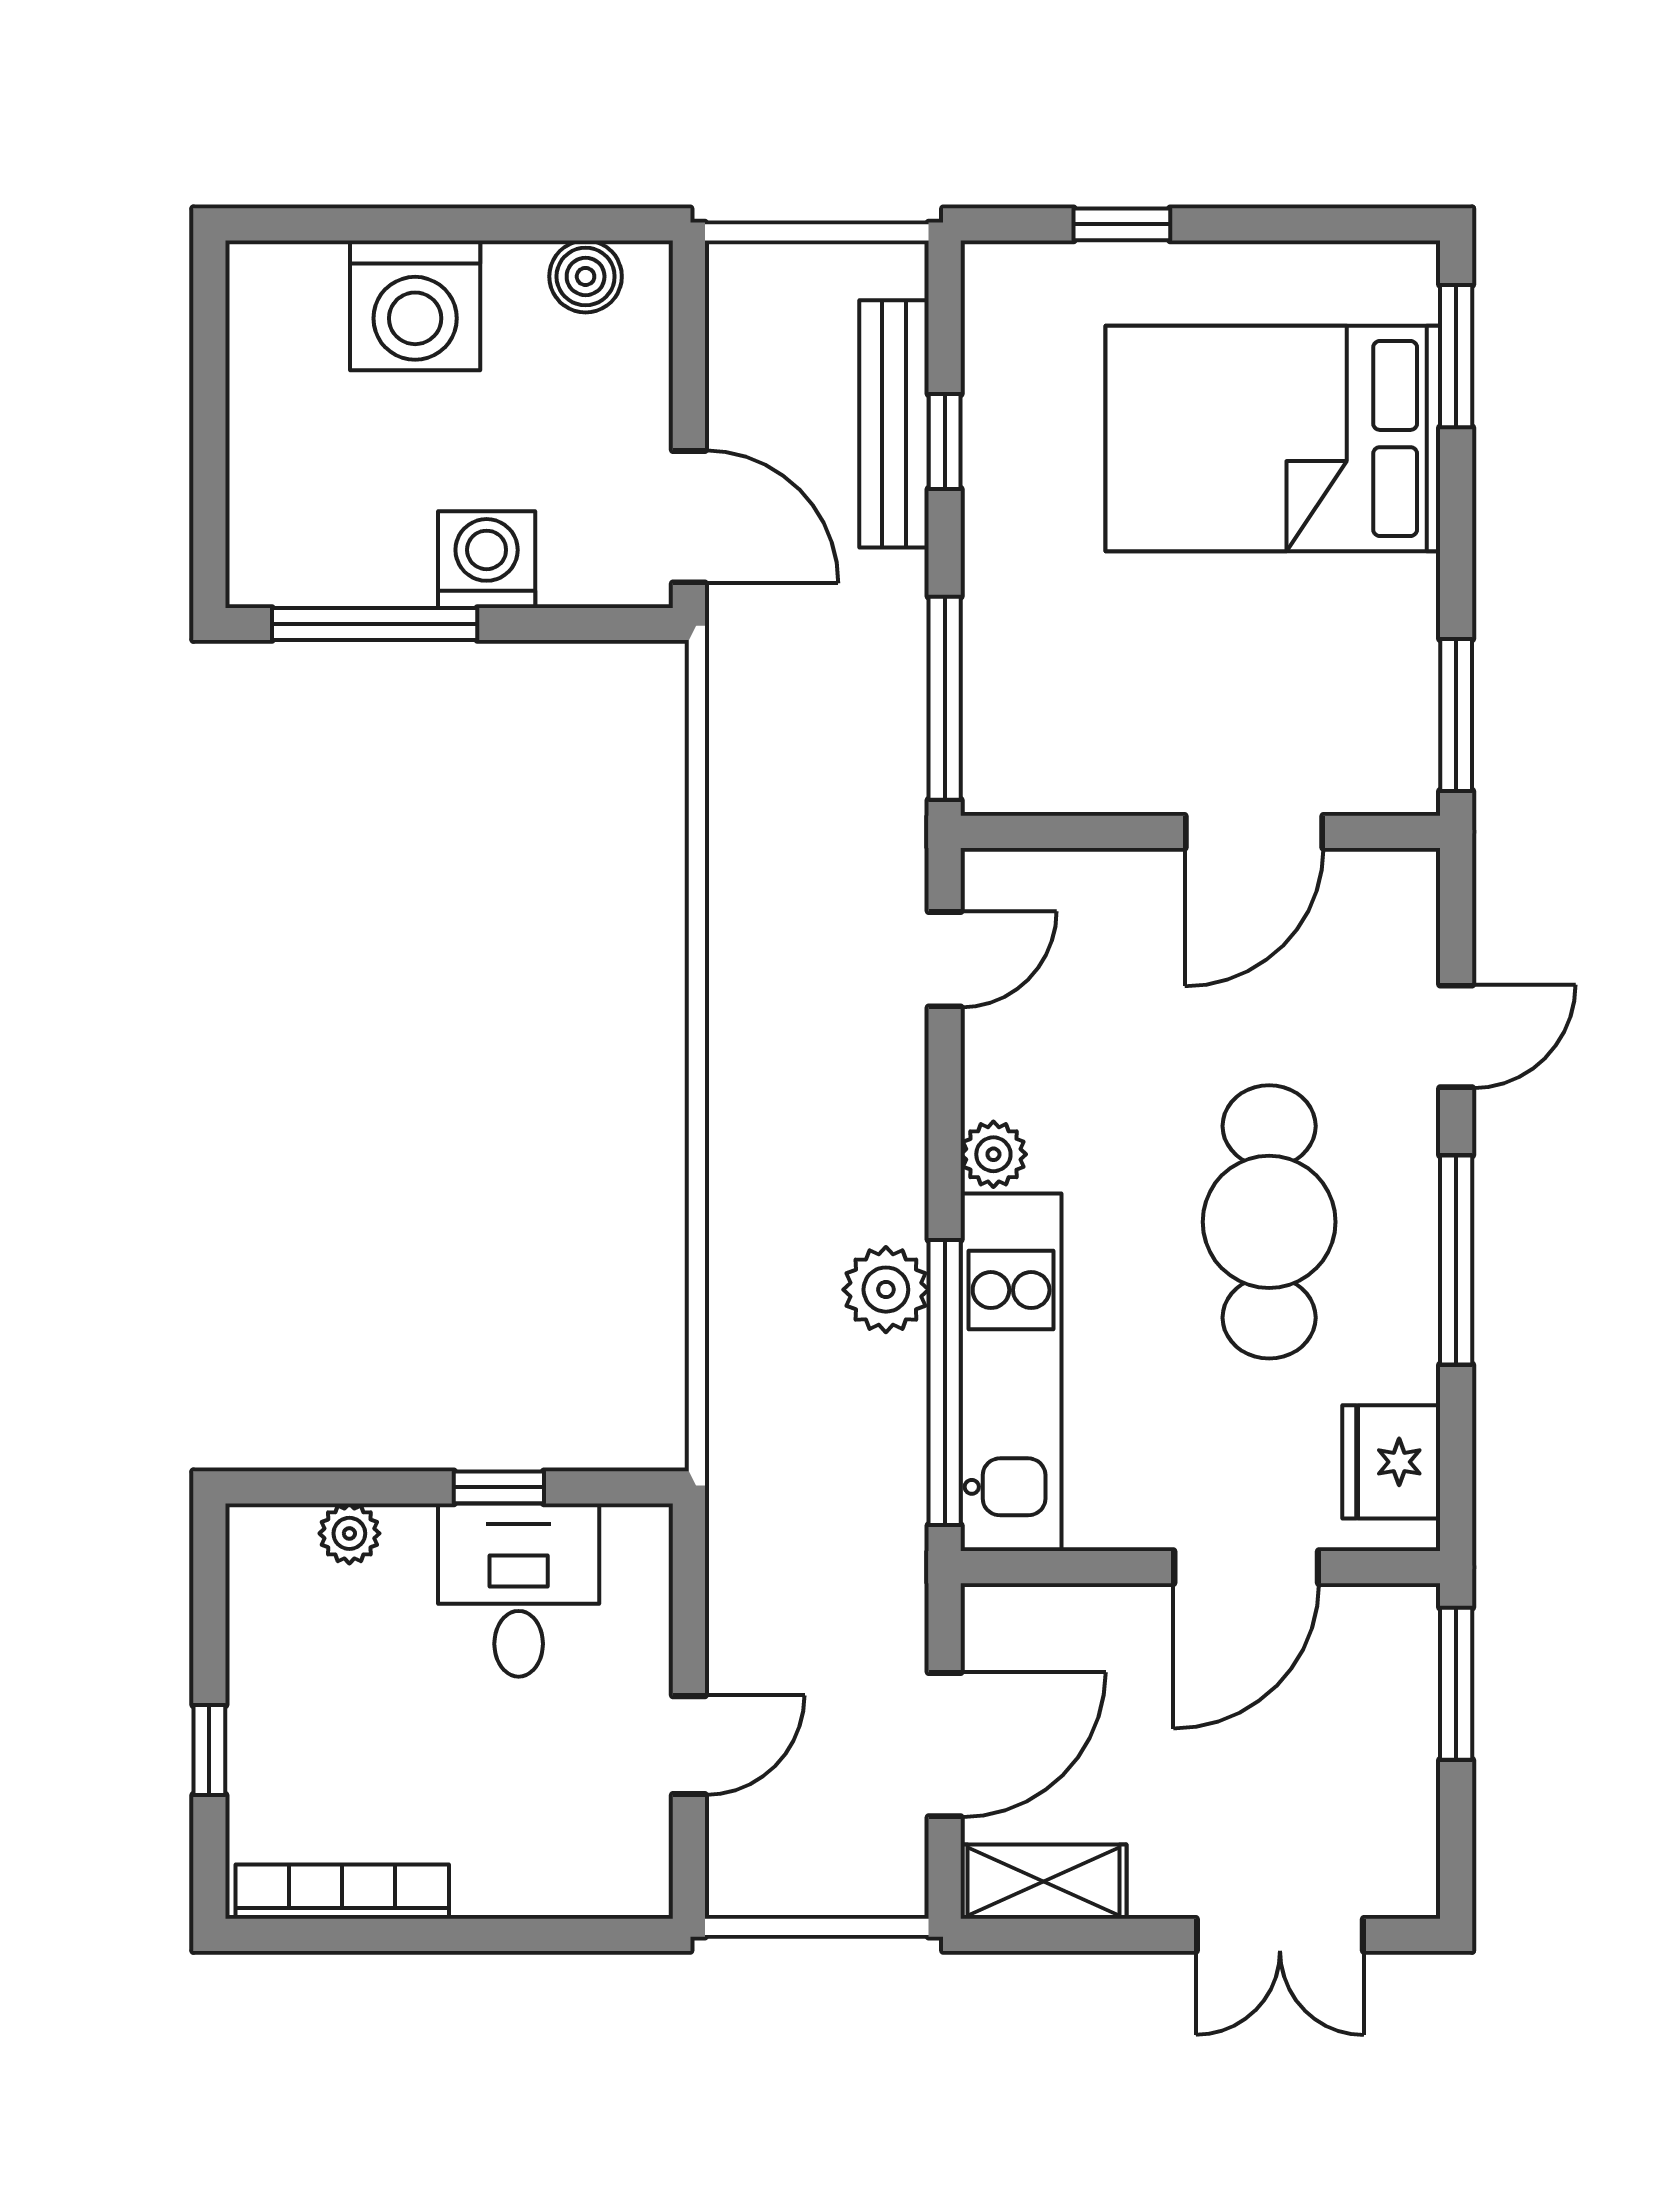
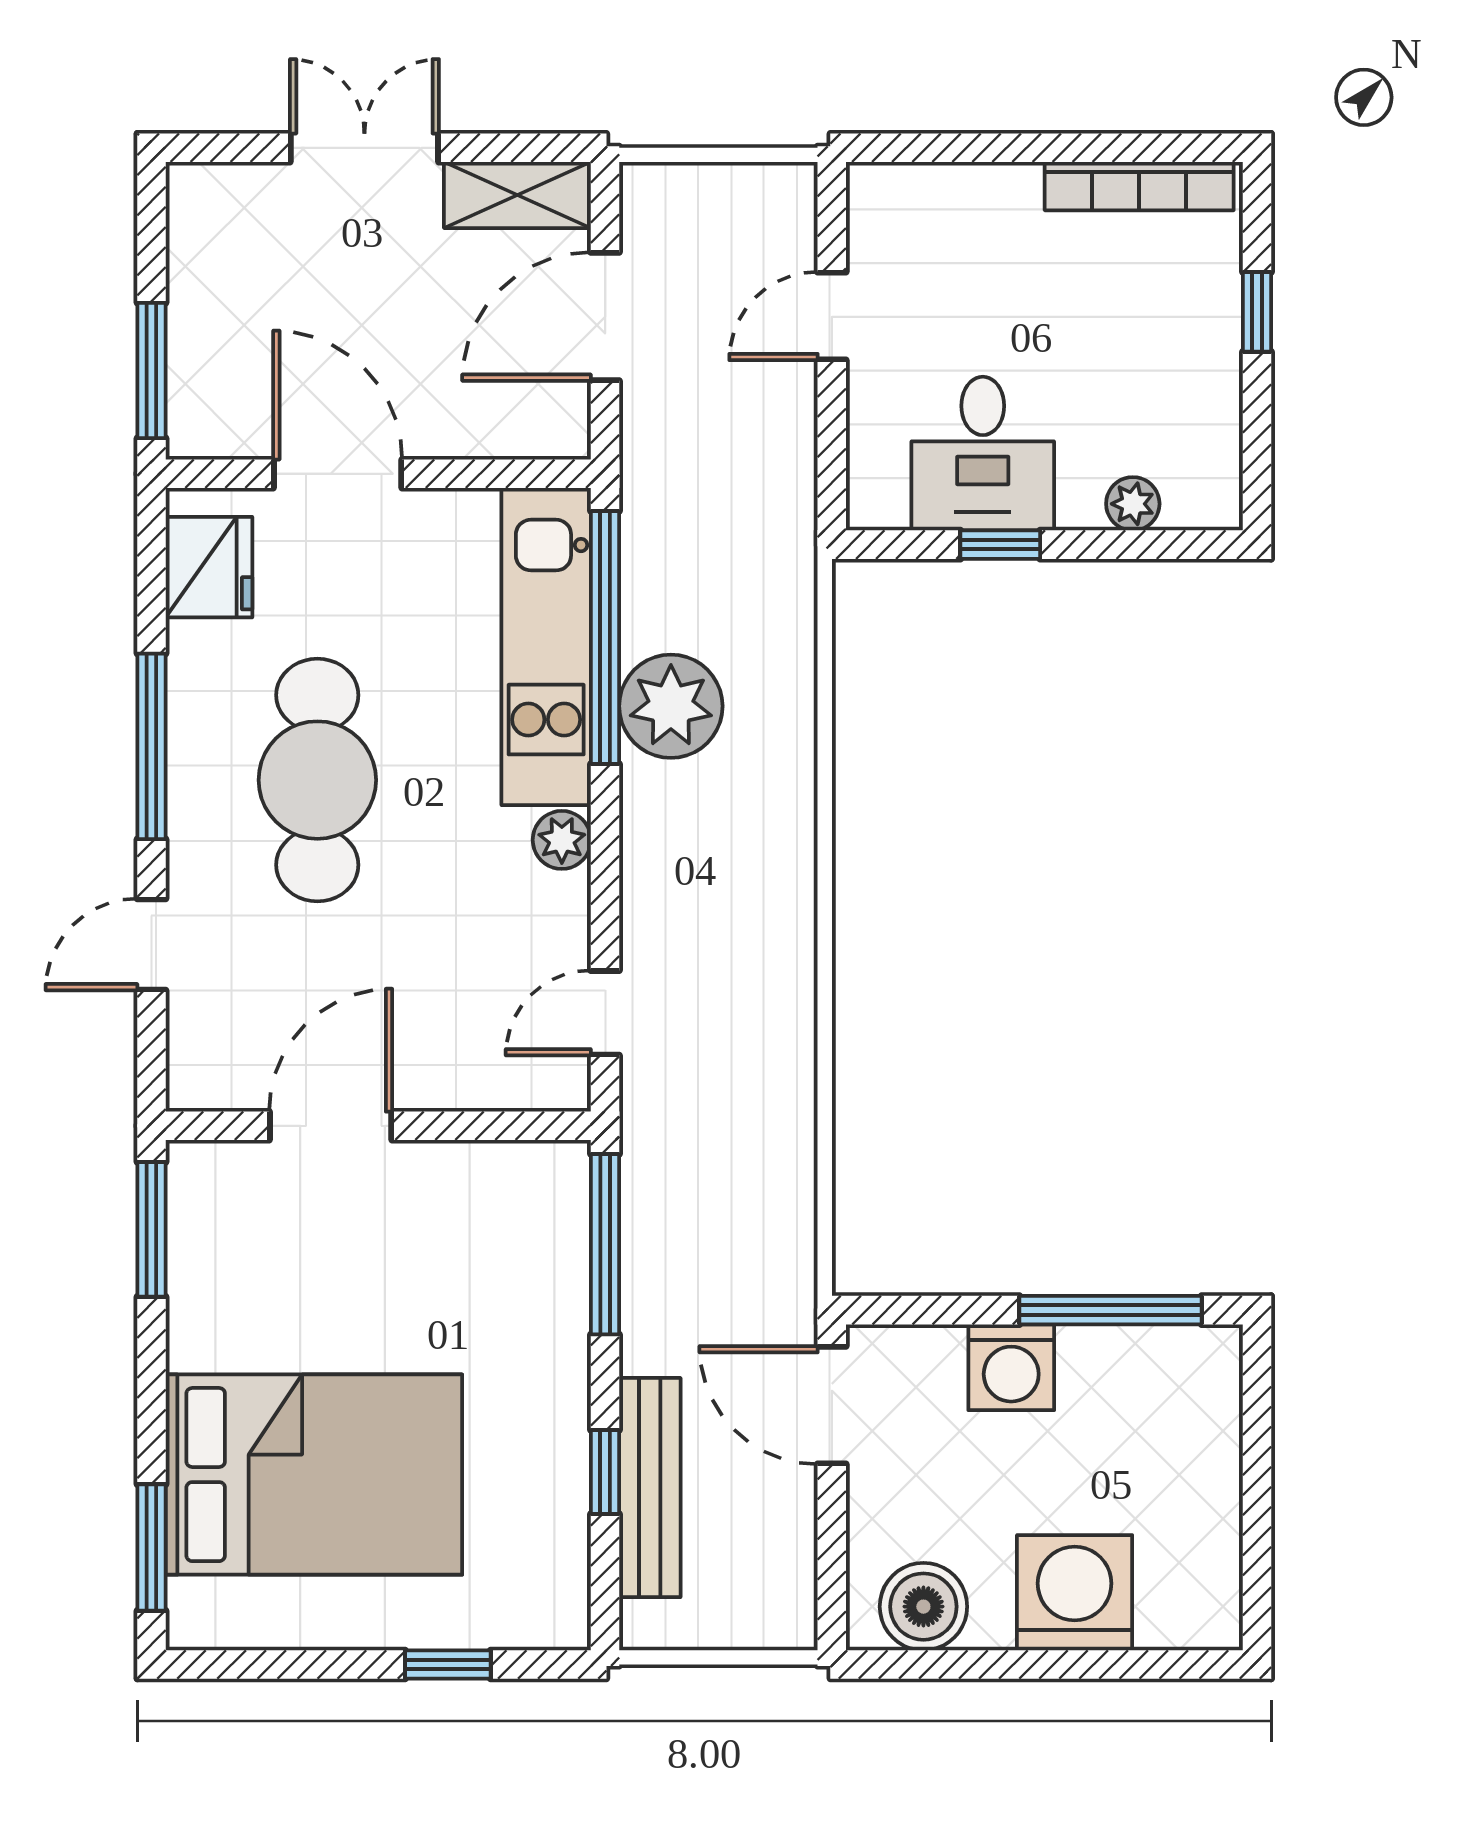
boiler: (586, 276) -> (923, 1607), width x1.36, depth x1.36
plant: (886, 1290) -> (671, 706), width x1.36, depth x1.36
door: (1246, 1567) -> (338, 474), hinge flipped
double door: (1280, 1935) -> (364, 148), moved

